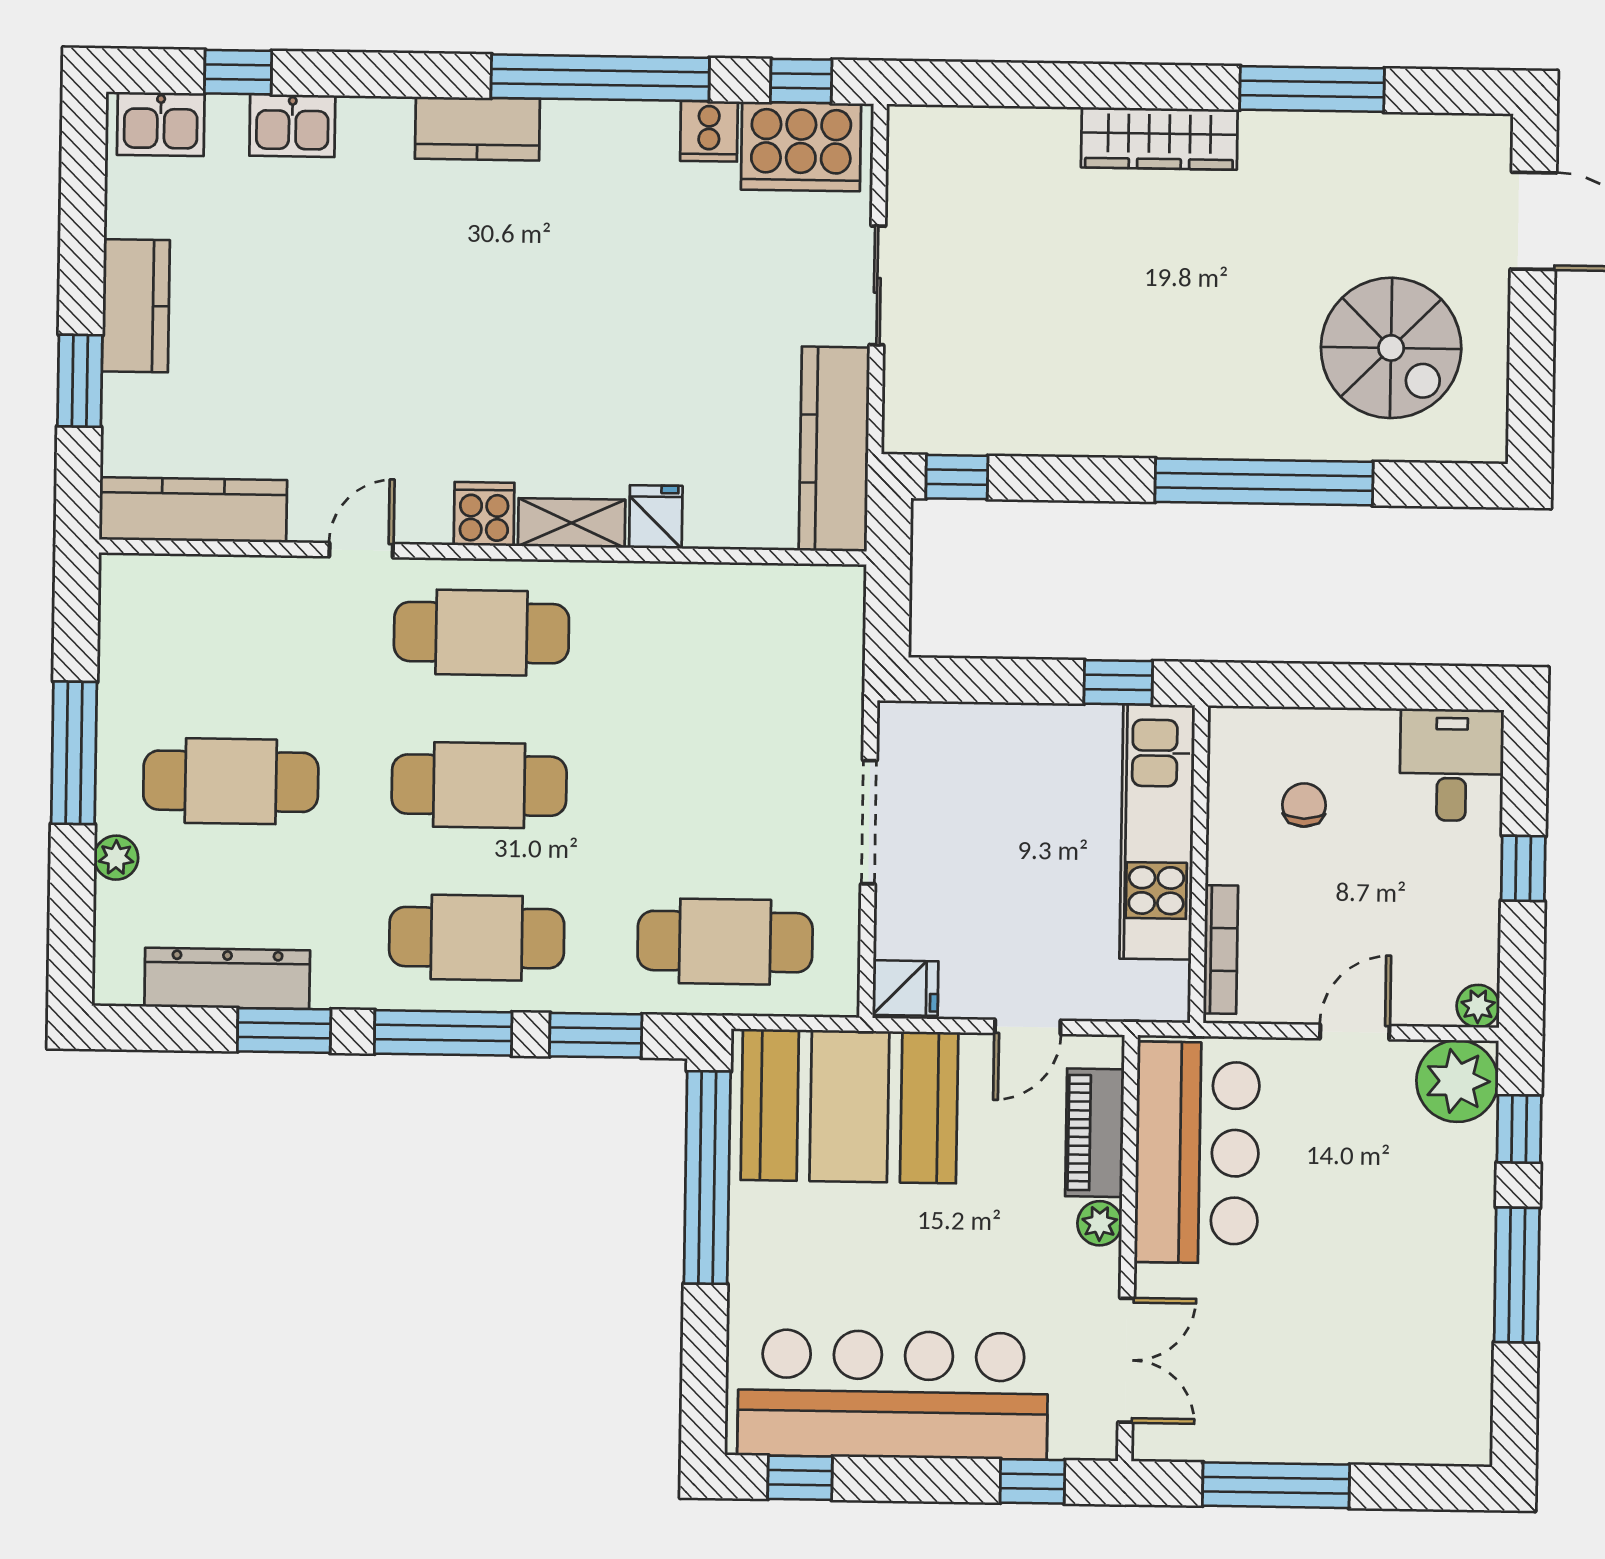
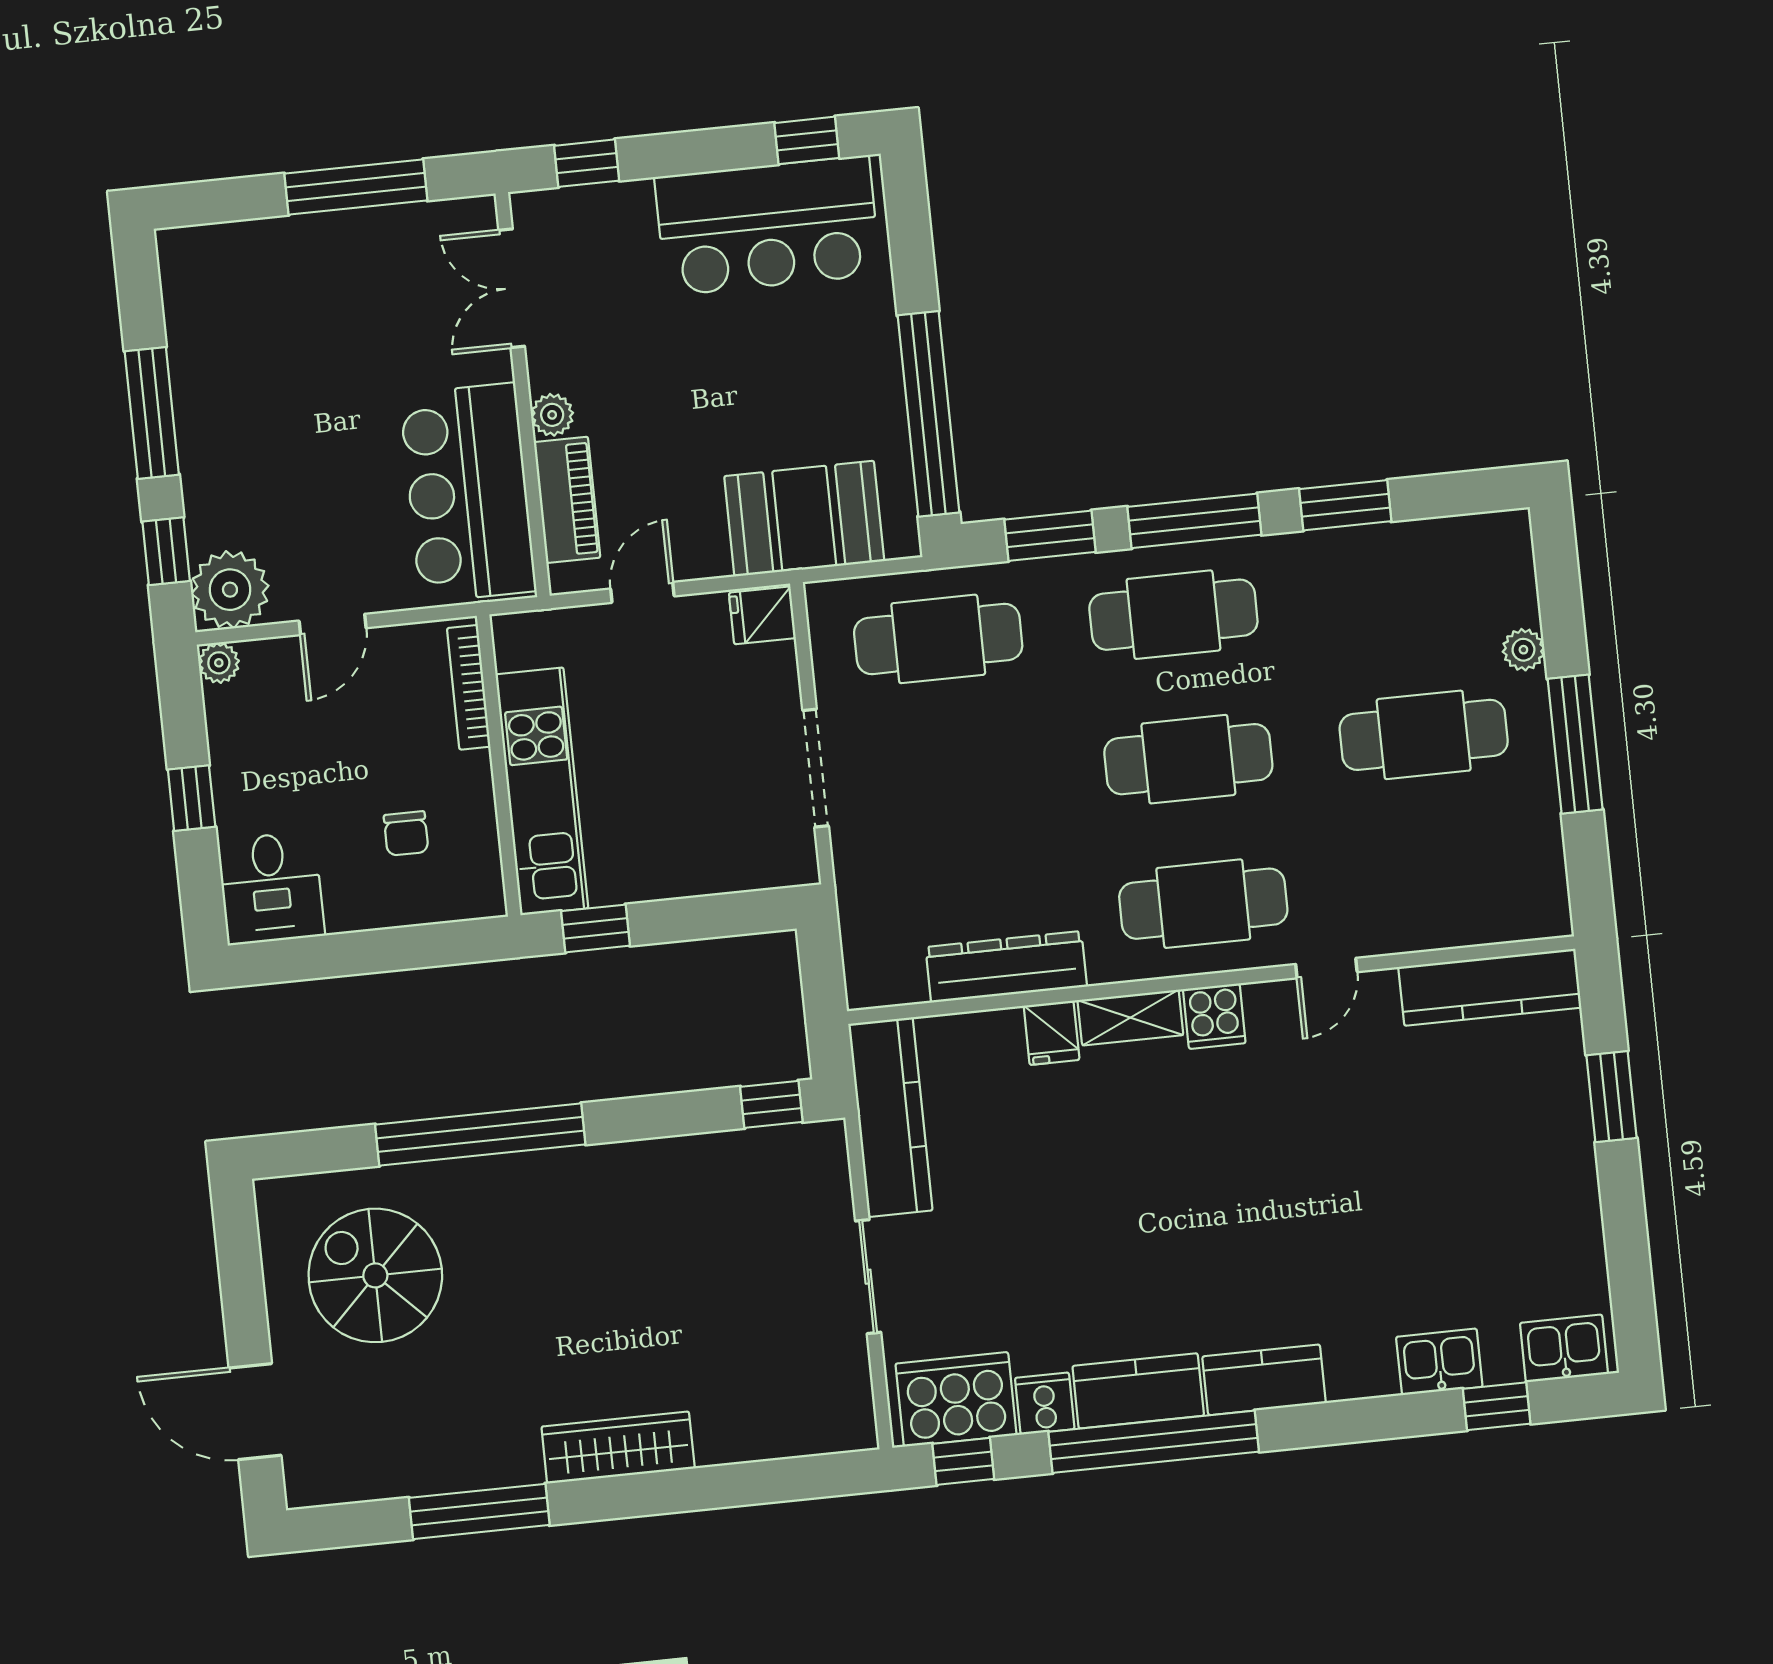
kitchen counter: (136, 306) -> (1138, 1391), moved, turned 90
dresser: (227, 978) -> (1006, 967), moved, turned 180
booth: (849, 1106) -> (804, 519), width x0.73, depth x0.70
bar counter: (893, 1394) -> (768, 226), width x0.73

